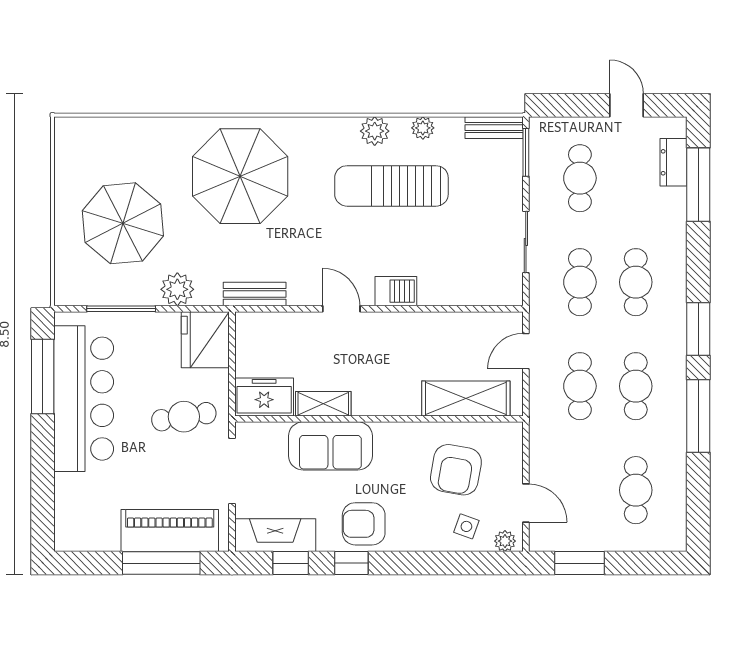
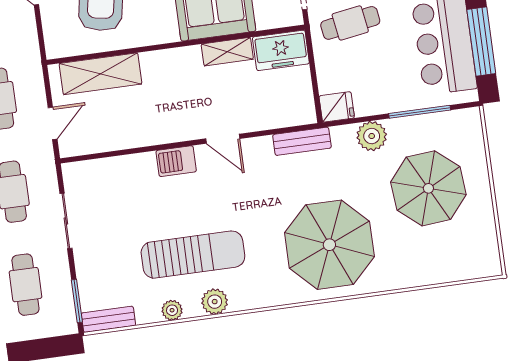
fridge: (205, 340) -> (337, 107), width x0.53, depth x0.75

